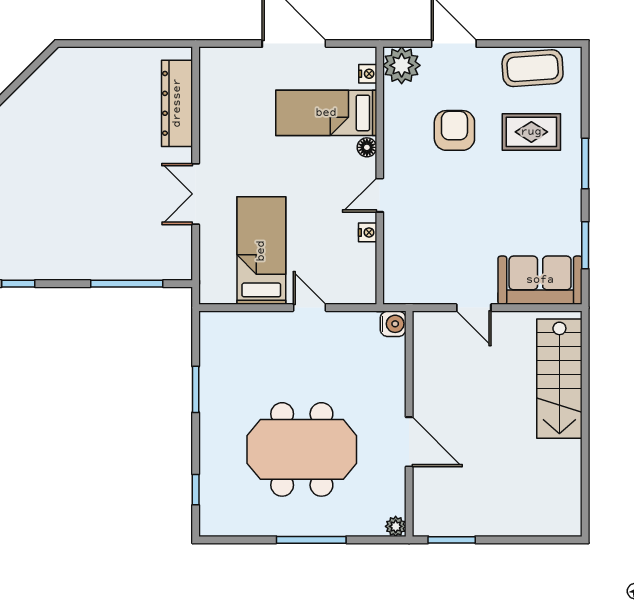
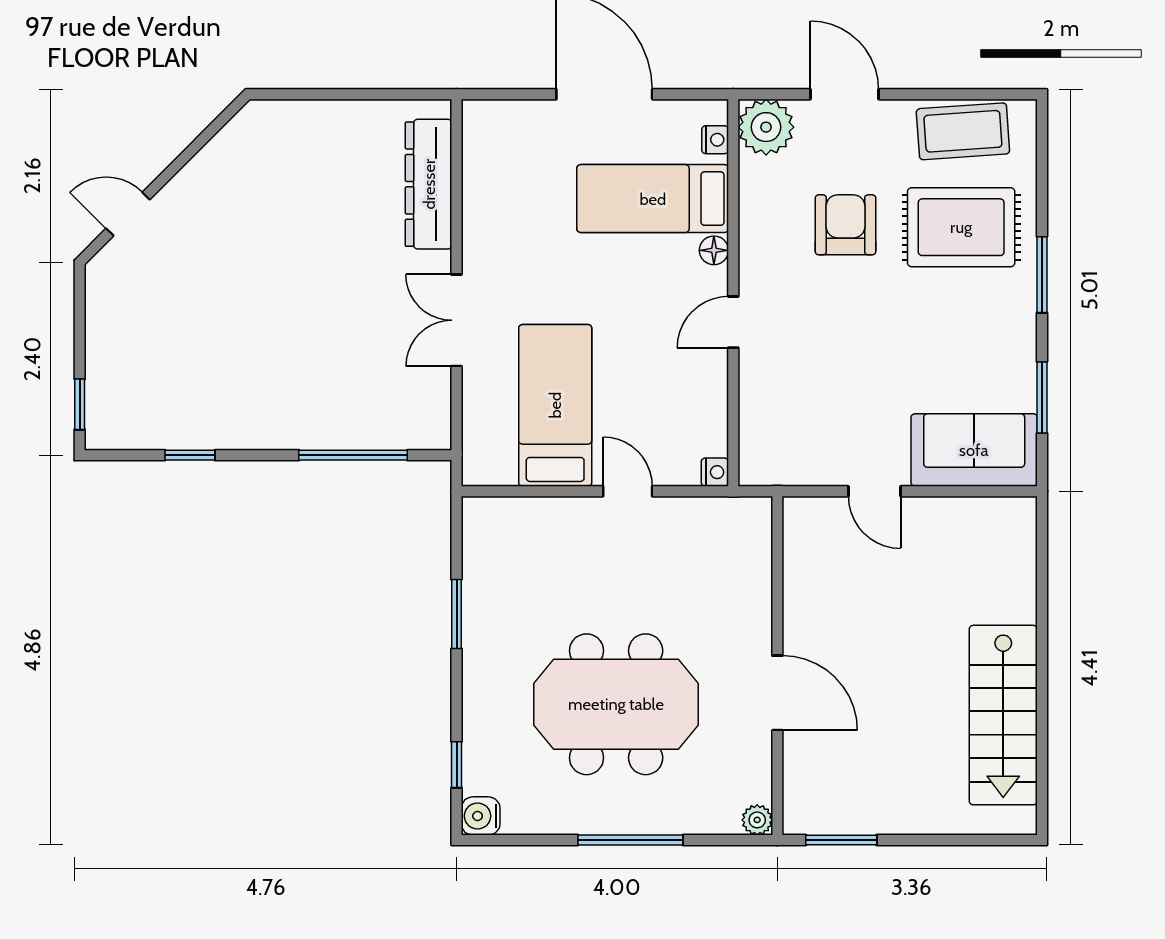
rug: (531, 132) -> (961, 227), width x1.36, depth x1.43
nightstand: (368, 232) -> (715, 472), moved
water cooler: (393, 324) -> (481, 816), moved, turned 180
stairs: (559, 379) -> (1003, 715), moved

